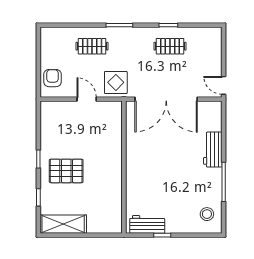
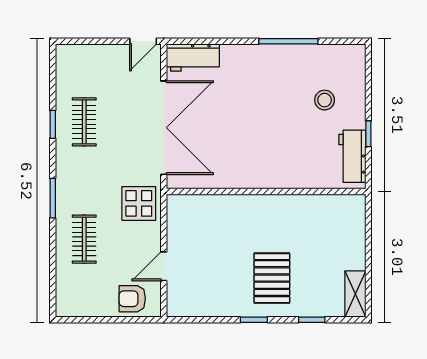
door: (87, 99) -> (164, 266), moved
workbench: (213, 150) -> (193, 57), moved
stool: (207, 214) -> (325, 100), moved
shelving: (63, 224) -> (355, 294), width x0.67, depth x0.75

